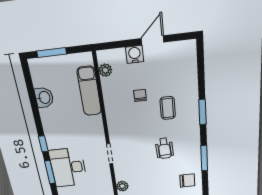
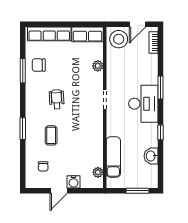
chair: (140, 95) -> (43, 166), moved
window: (43, 144) -> (161, 132), moved
window: (204, 158) -> (23, 71), moved
desk: (68, 167) -> (143, 104), moved

